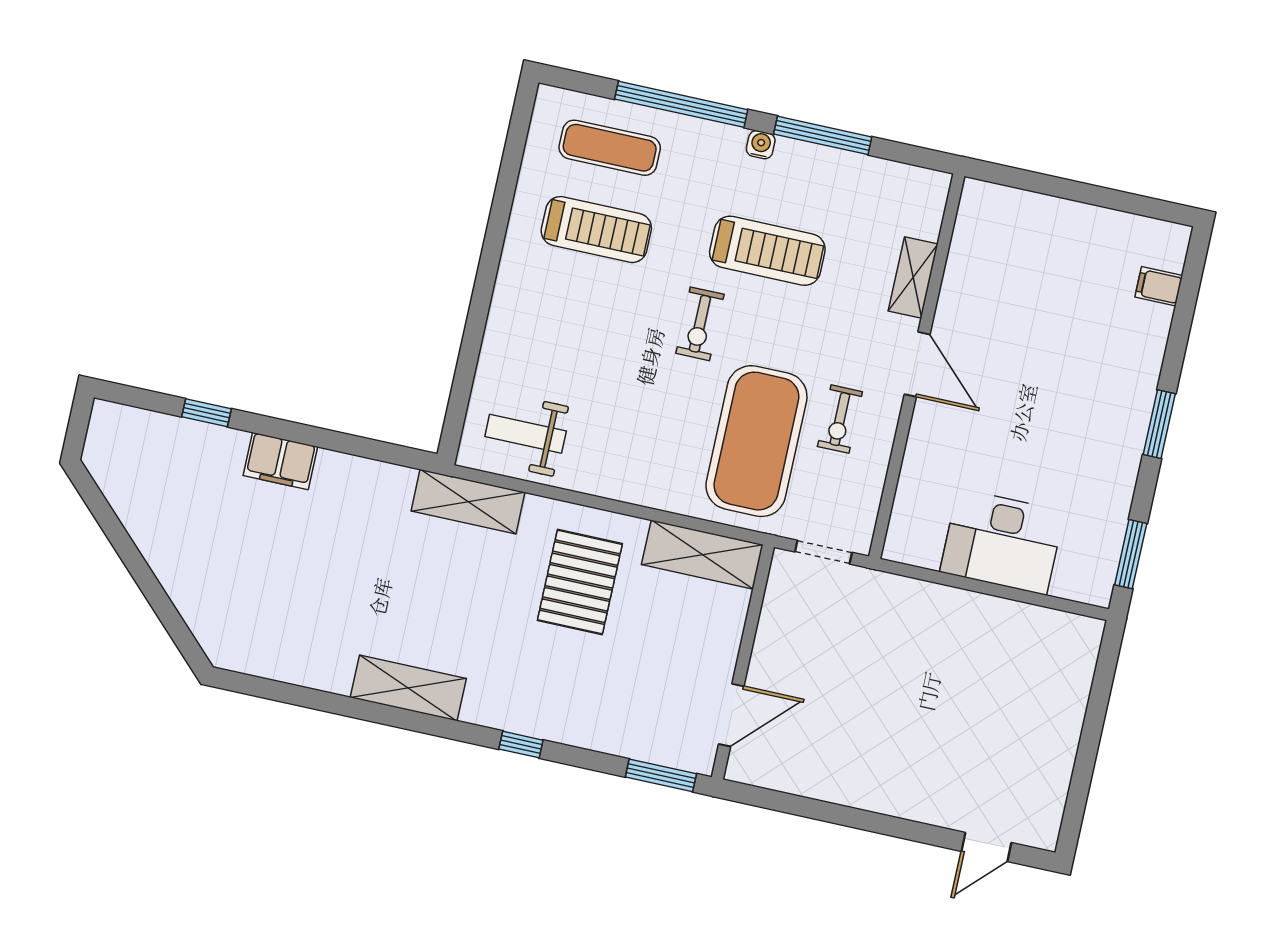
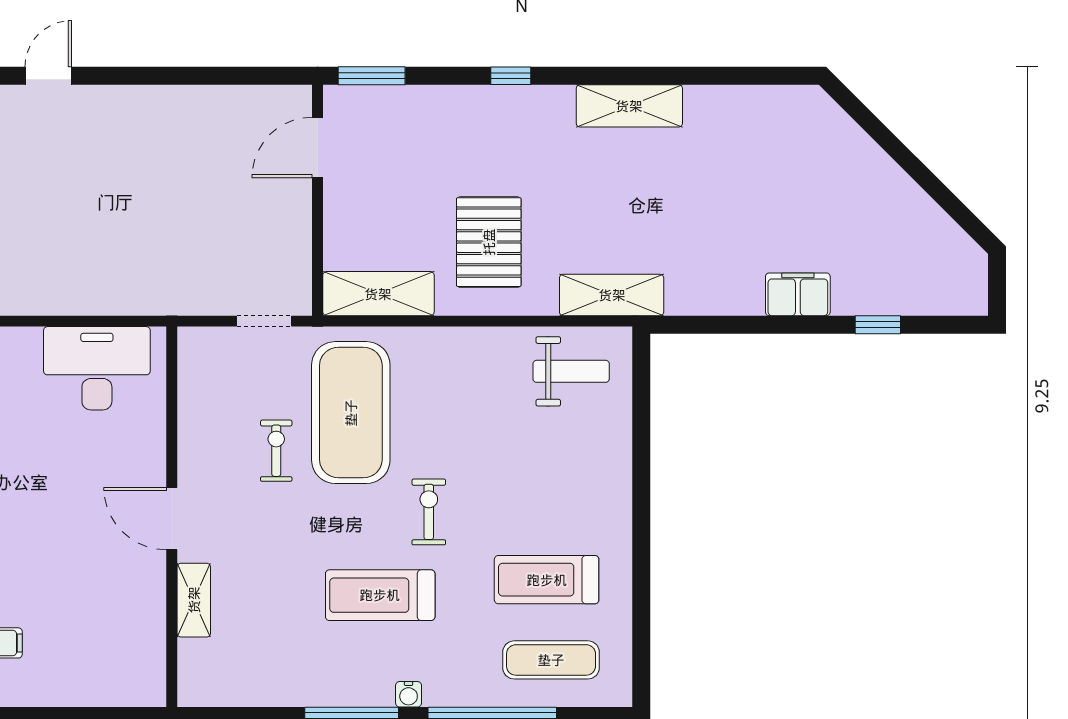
shelving: (913, 277) -> (194, 600), moved
door: (917, 364) -> (172, 519), moved
wall: (917, 366) -> (172, 517), moved

